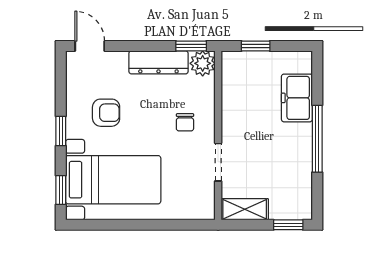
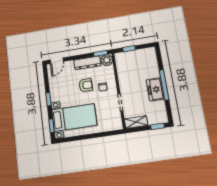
door: (90, 46) -> (57, 61), swing flipped
freezer: (297, 98) -> (155, 89), moved
armchair: (106, 113) -> (86, 85), moved

